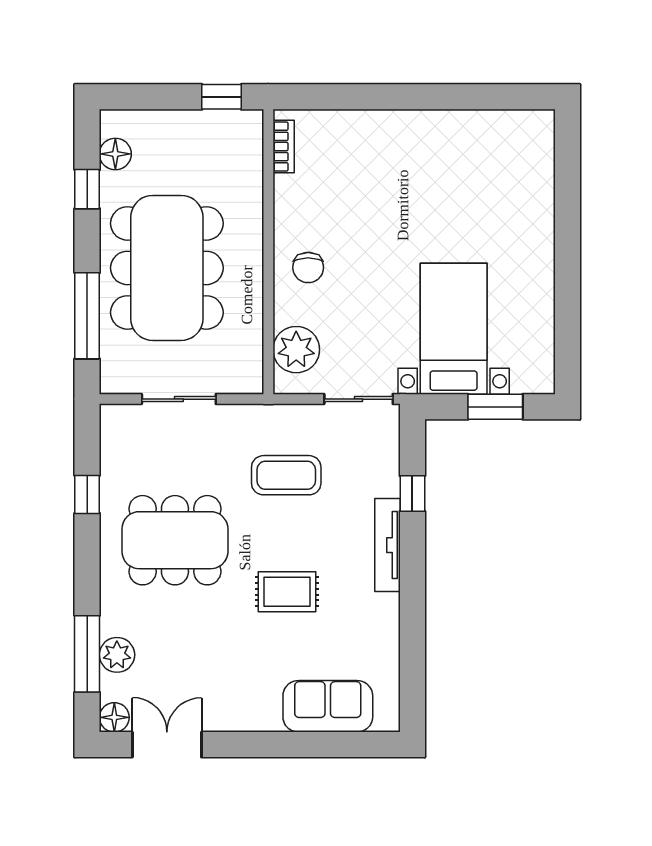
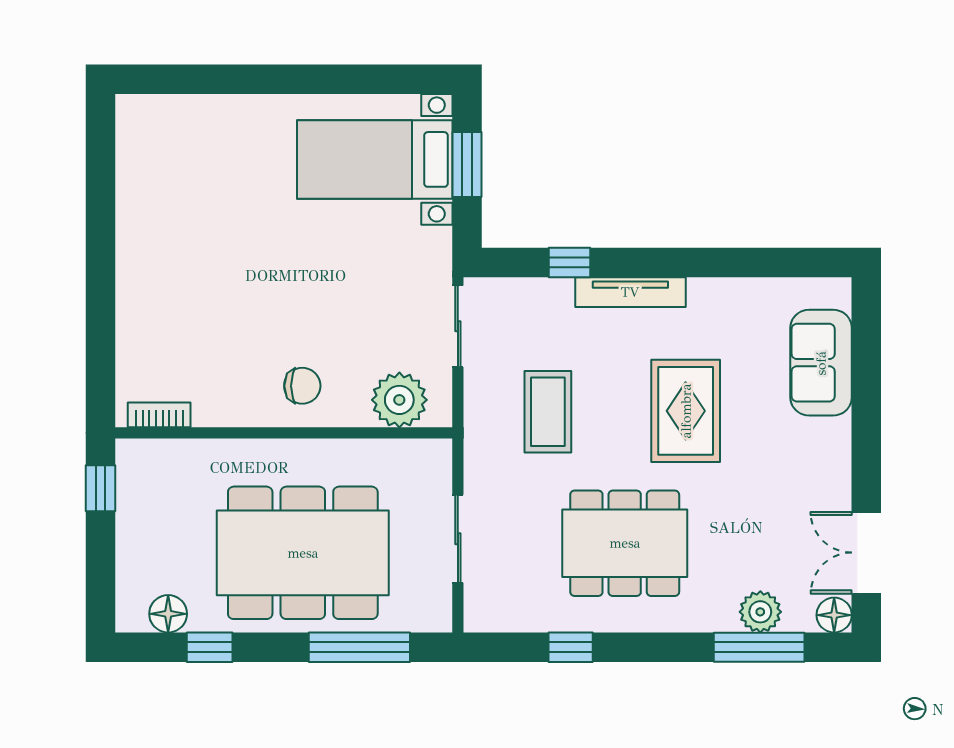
bed with nightstands: (454, 329) -> (375, 159), moved
dining table: (175, 540) -> (625, 543), turned 90
rug: (287, 592) -> (686, 411), width x1.36, depth x1.43

